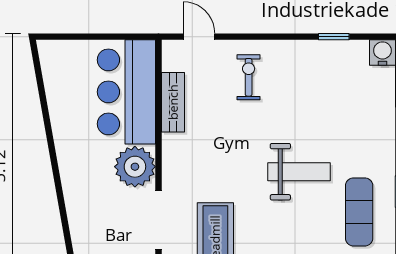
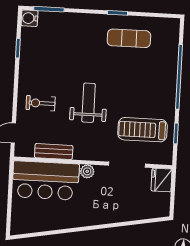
plant: (135, 167) -> (87, 171), width x0.53, depth x0.53
weight bench: (299, 172) -> (89, 103), moved

